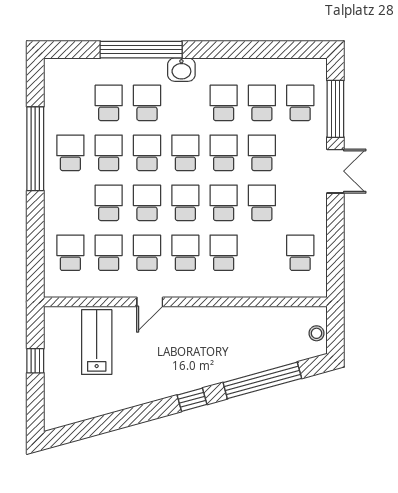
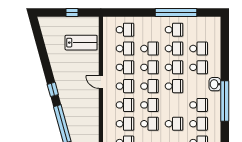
window: (141, 50) -> (225, 101), moved
school desk: (224, 153) -> (125, 124), moved
door: (150, 302) -> (101, 82), moved

